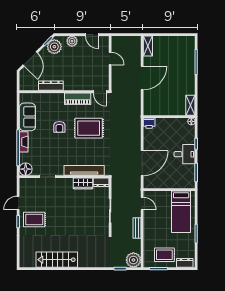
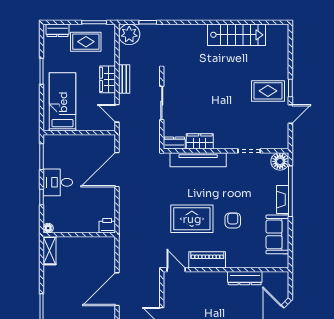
wardrobe: (149, 228) -> (108, 79), added

